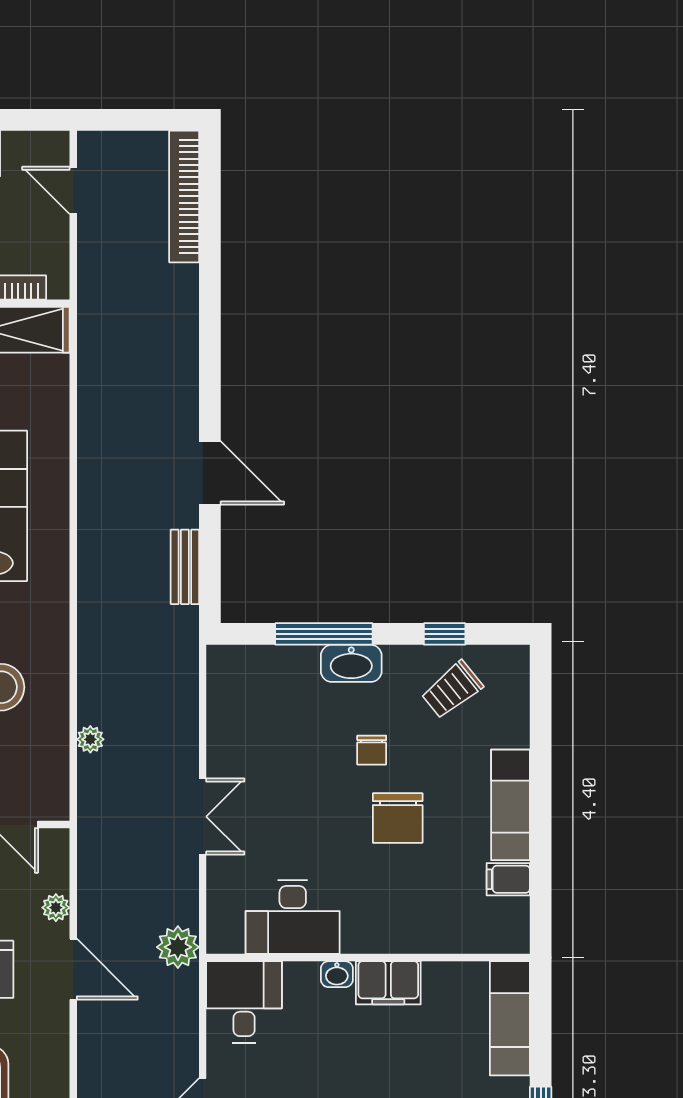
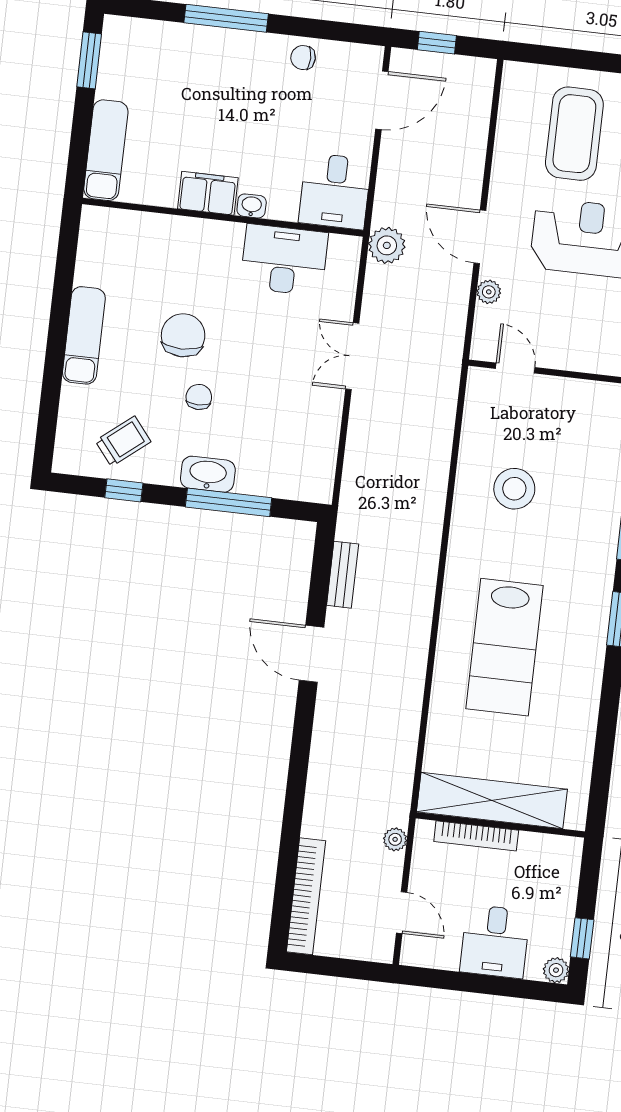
plant: (90, 739) -> (395, 839), moved
filing cabinet: (508, 879) -> (93, 271), removed

